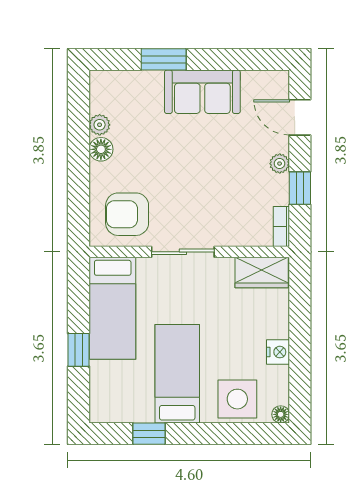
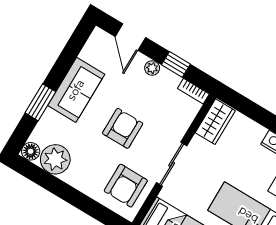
door: (300, 117) -> (130, 37), hinge flipped
plant: (100, 125) -> (55, 159), width x1.88, depth x1.88
floor lamp: (101, 149) -> (31, 151), moved
armchair: (190, 171) -> (123, 128), added

